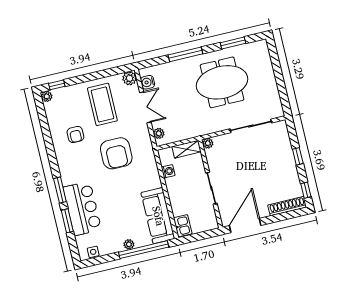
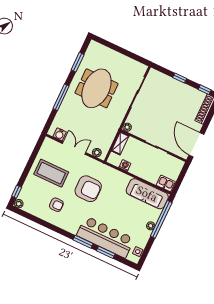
plant: (130, 78) -> (48, 143), removed
bar counter: (82, 208) -> (105, 237), width x1.36

